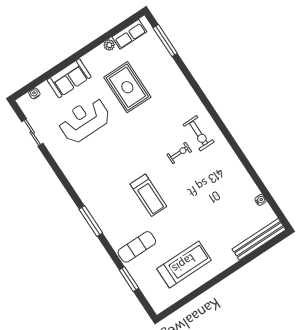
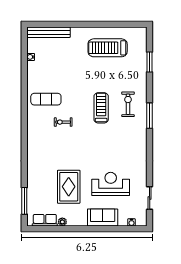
reception desk: (84, 120) -> (111, 184), turned 180
exercise bike: (199, 133) -> (128, 104), moved
exercise mat: (137, 247) -> (46, 99), moved

